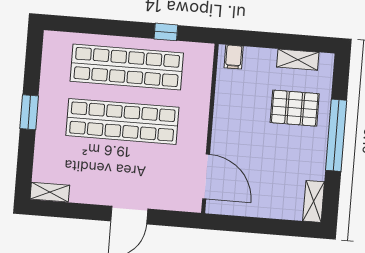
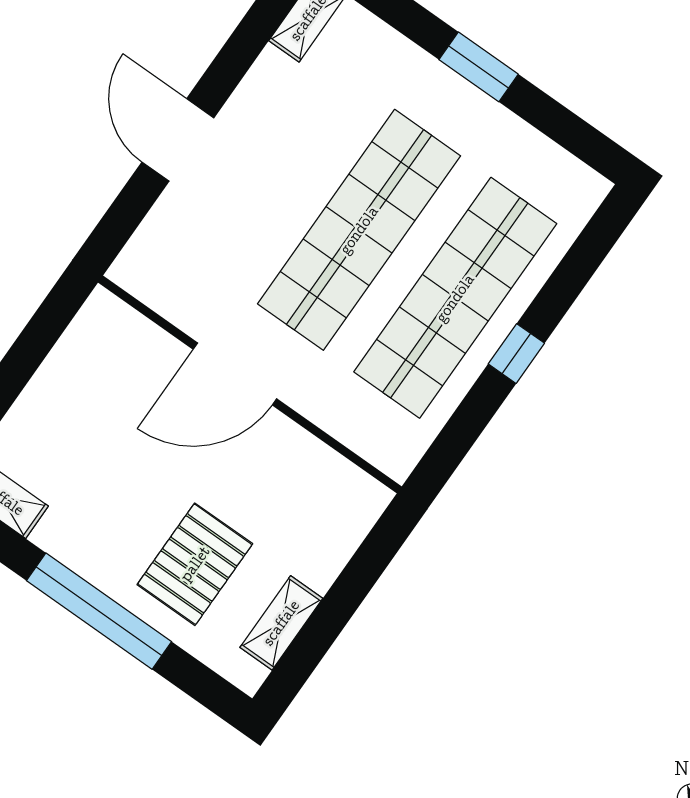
window: (166, 32) -> (516, 354), moved
filing cabinet: (234, 57) -> (357, 507), removed
door: (206, 176) -> (235, 374), moved

